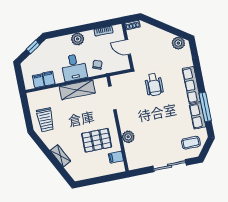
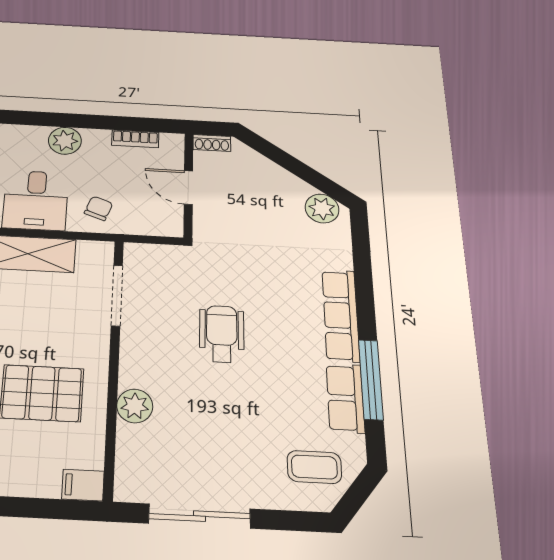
wheelchair: (154, 85) -> (222, 334), moved, turned 180
filing cabinet: (116, 157) -> (83, 485), moved
sliding door: (170, 166) -> (199, 516), moved

